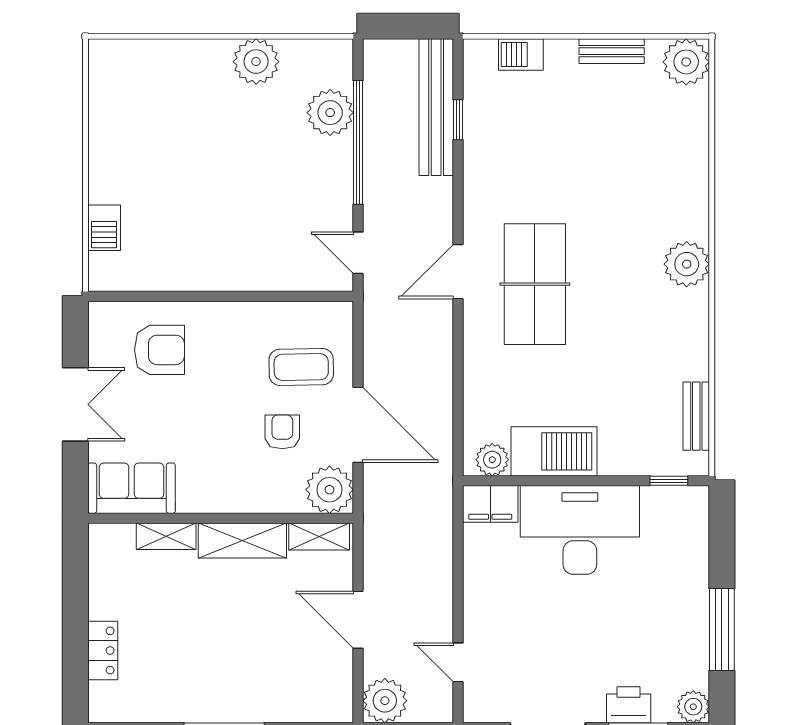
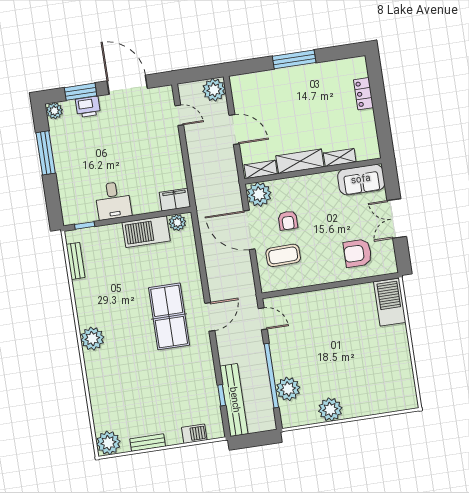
barbecue: (104, 228) -> (390, 302), width x1.88, depth x1.53
desk: (580, 530) -> (113, 201), width x0.53, depth x0.77

